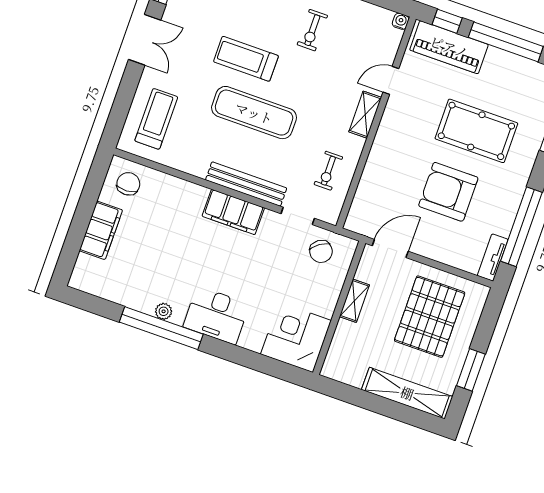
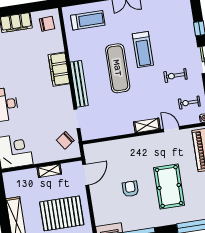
treadmill: (246, 59) -> (143, 50), turned 180
exercise bike: (328, 171) -> (189, 103), moved
armchair: (448, 192) -> (130, 189), width x0.53, depth x0.53
filing cabinet: (233, 212) -> (59, 69), moved
door: (390, 249) -> (86, 175), hinge flipped

